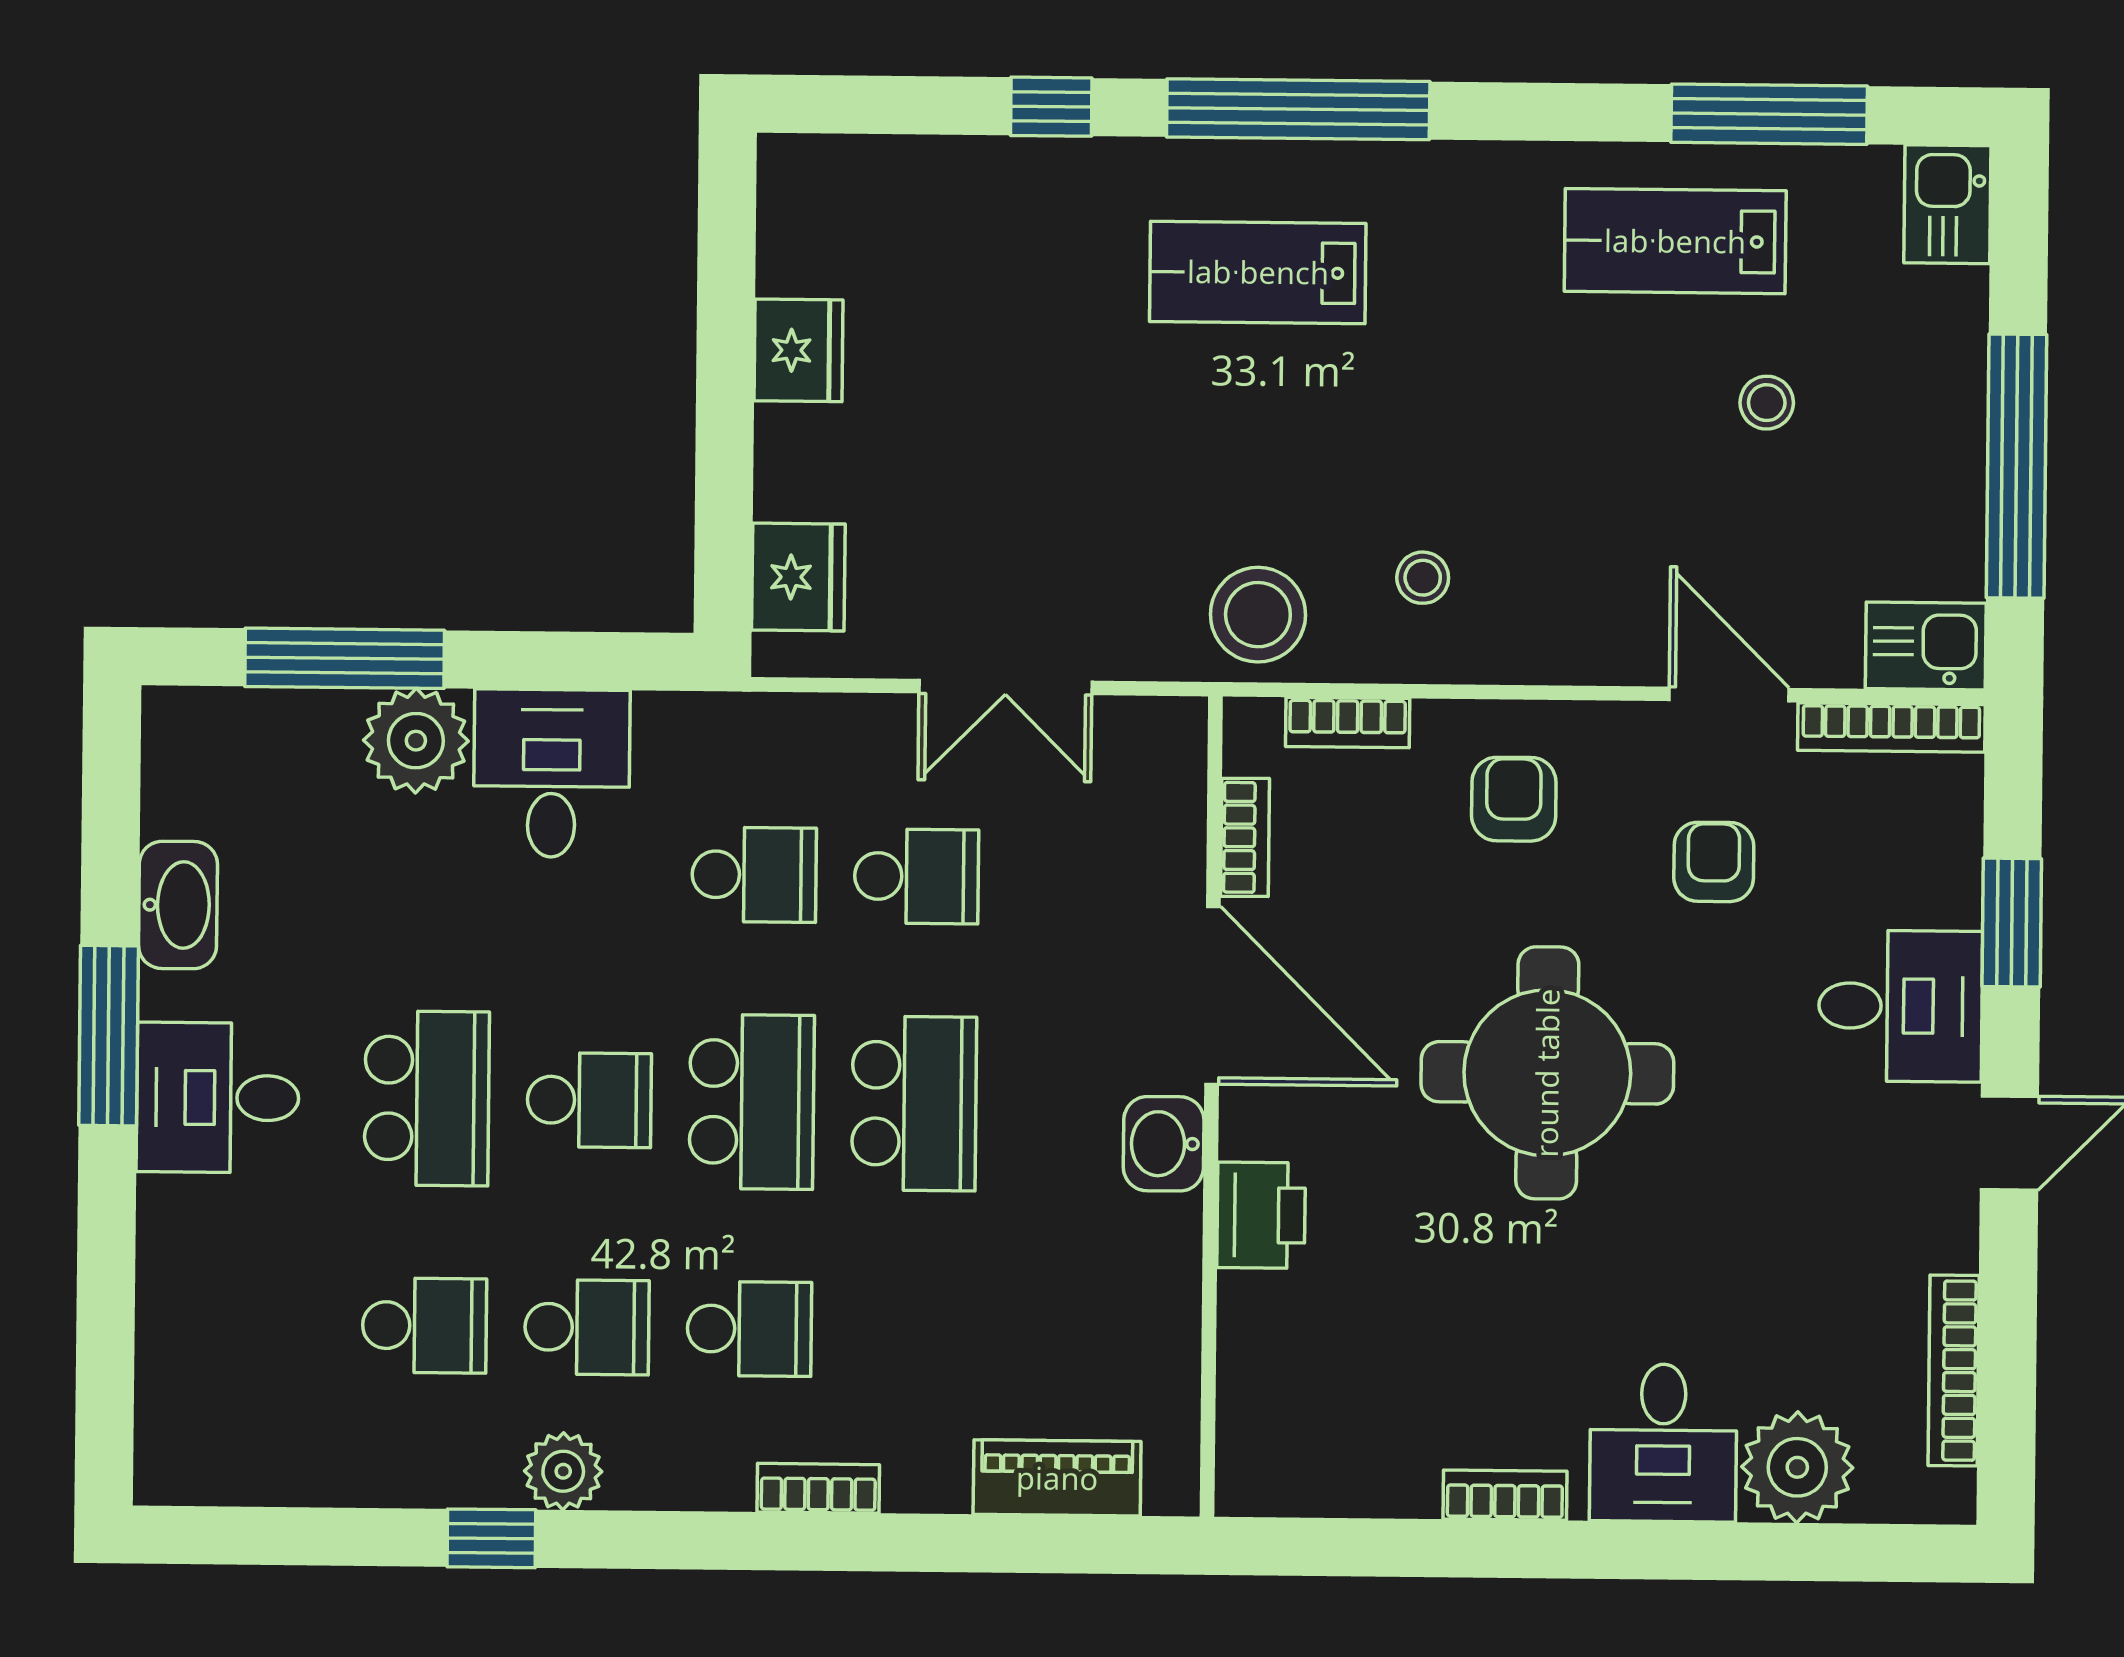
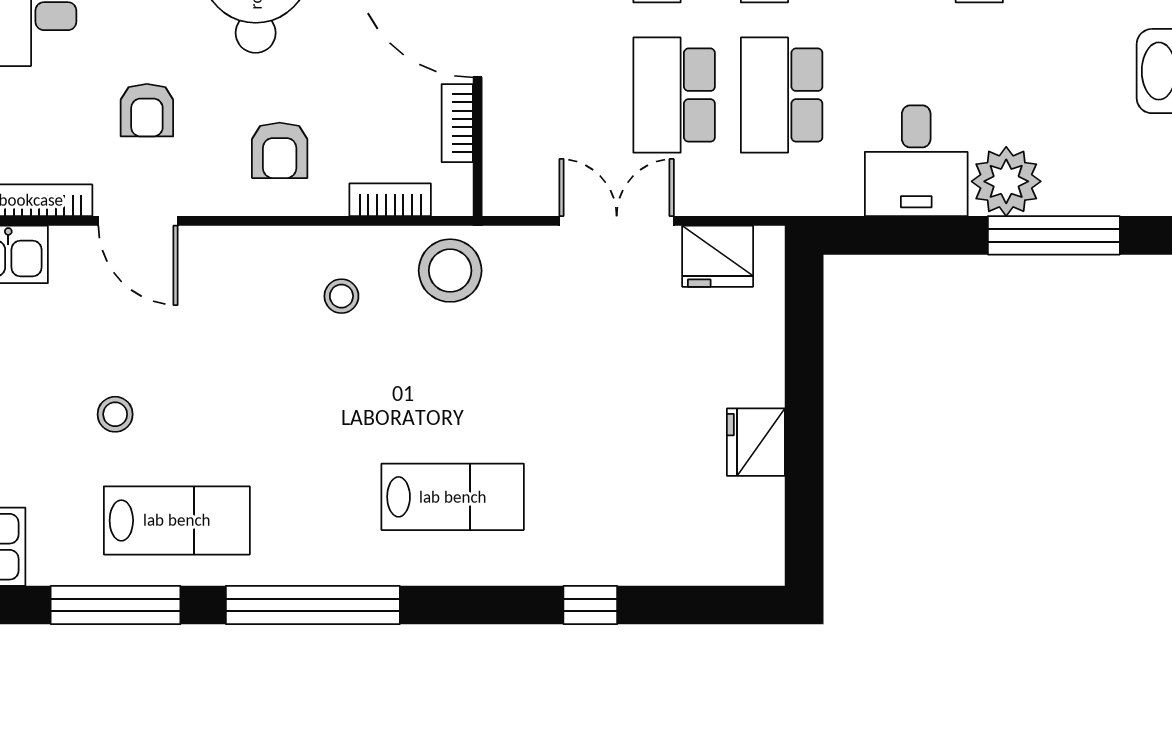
window: (1298, 109) -> (313, 605), moved
fridge: (798, 577) -> (718, 256), moved, turned -90
school desk: (754, 875) -> (782, 95), width x1.85
school desk: (917, 876) -> (674, 95), width x1.85

